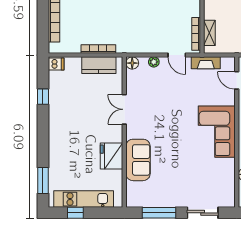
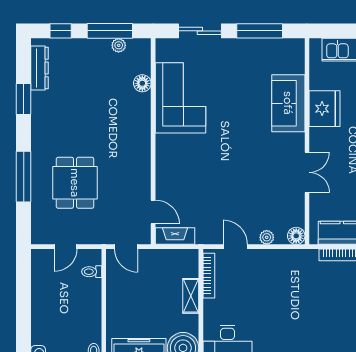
shelving: (209, 33) -> (191, 296), moved
fireplace: (206, 63) -> (175, 236), moved
corner sofa: (217, 132) -> (181, 98), moved

